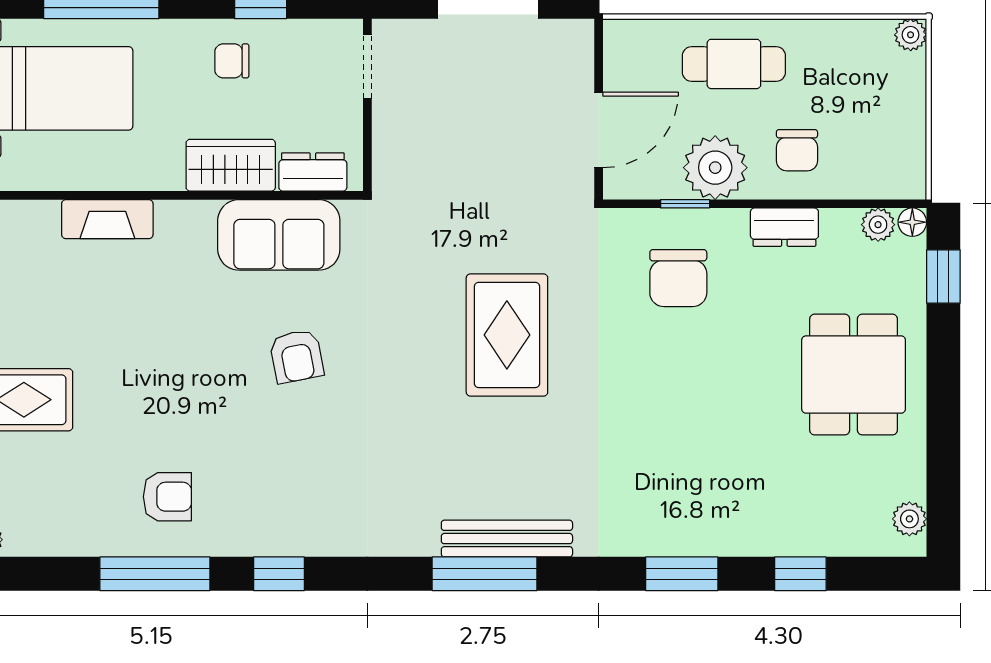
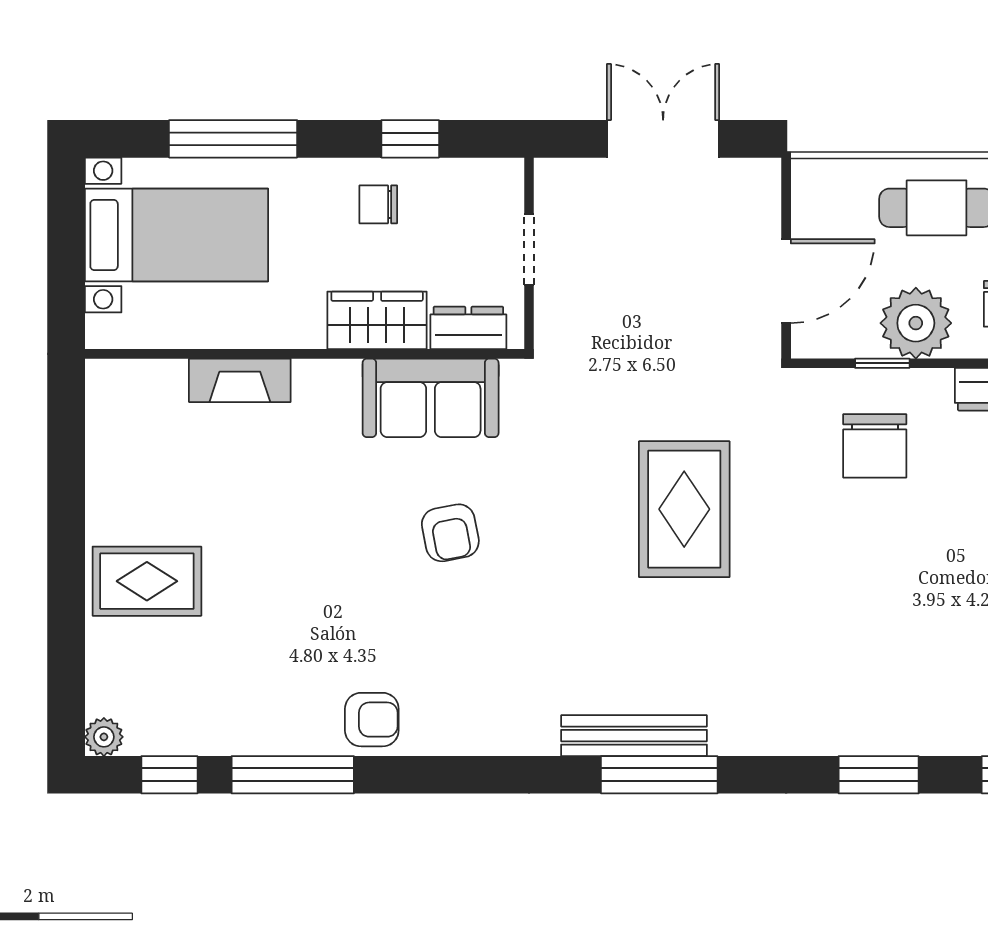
doorway: (367, 66) -> (529, 250), moved
armchair: (167, 497) -> (372, 720), moved
bench: (507, 539) -> (634, 736), moved
window: (279, 574) -> (169, 775), moved

